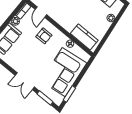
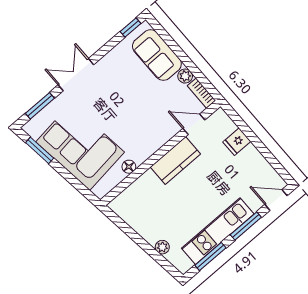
armchair: (44, 36) -> (151, 123), removed
kitchen counter: (84, 37) -> (175, 161), moved

